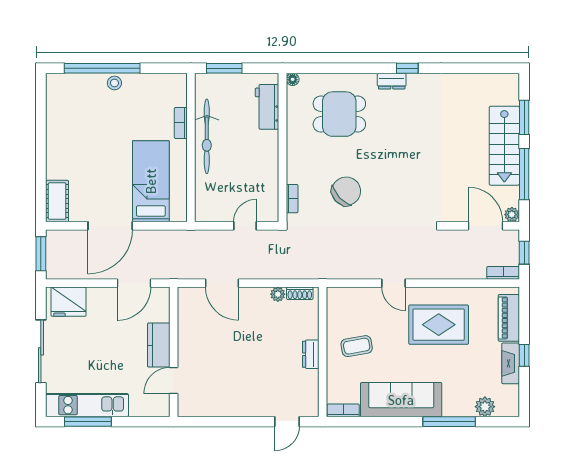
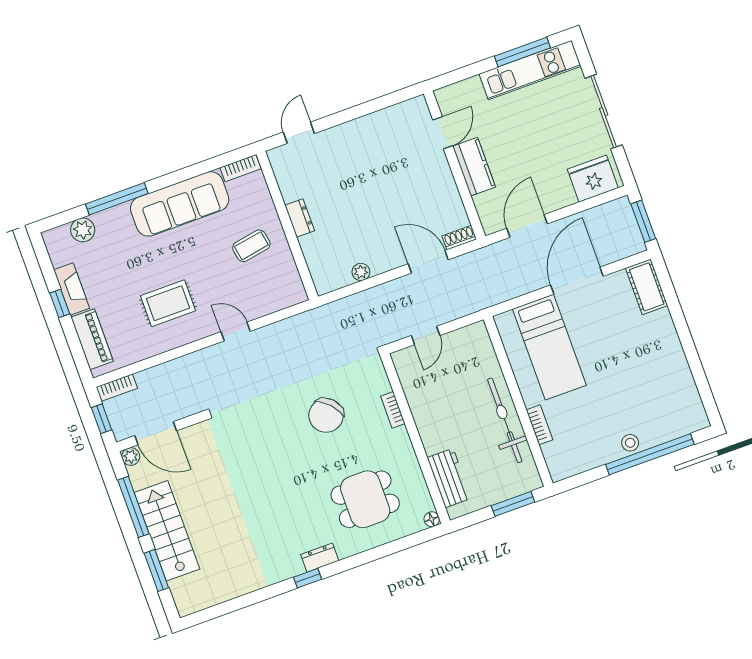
bookcase: (292, 199) -> (393, 410), moved
shoe rack: (300, 293) -> (459, 238), moved
rug: (439, 325) -> (168, 303), width x0.73, depth x0.70

